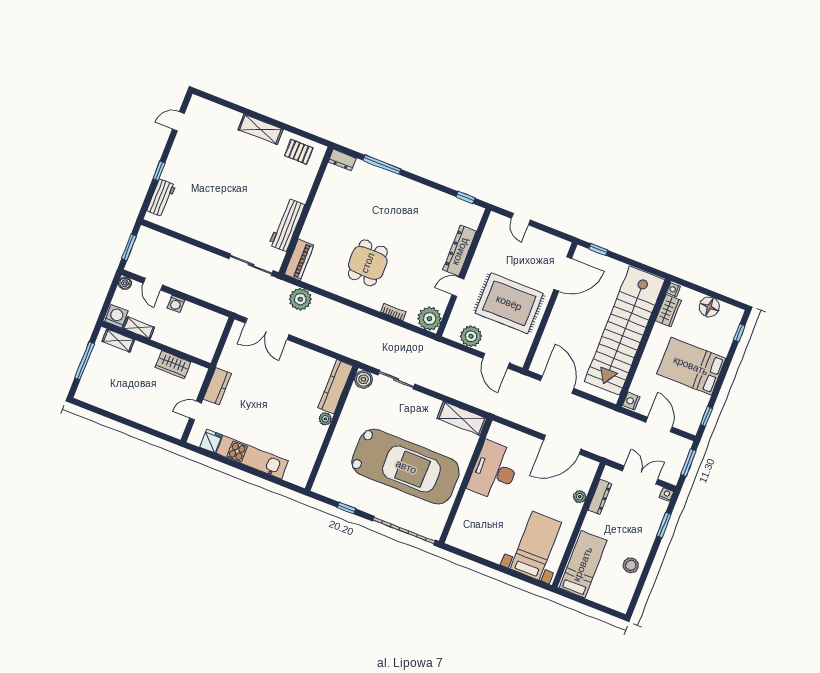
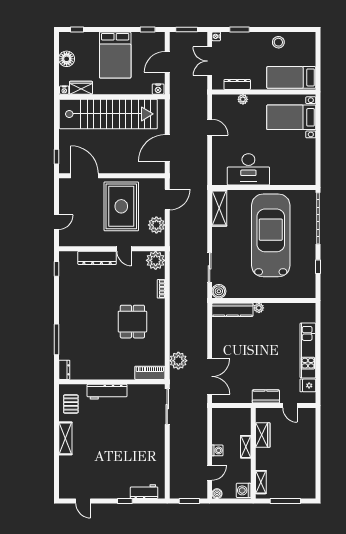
workbench: (287, 225) -> (107, 392), moved
dining table: (368, 263) -> (132, 322), turned 90
shelving: (139, 328) -> (246, 447), moved
door: (562, 445) -> (210, 127), width x0.53

